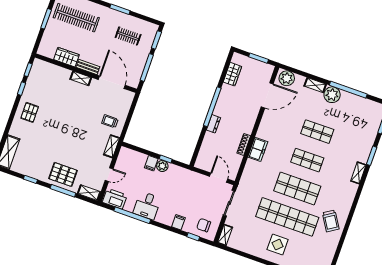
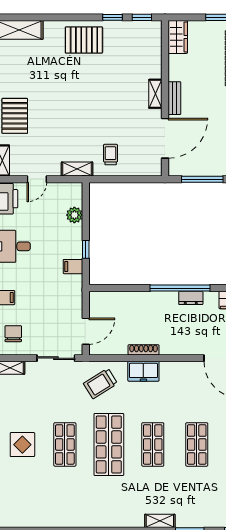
wardrobe: (66, 57) -> (178, 37), moved
pallet: (30, 112) -> (84, 40), width x1.50, depth x1.42
dresser: (213, 124) -> (191, 298), moved
filing cabinet: (151, 163) -> (73, 267), moved
plant: (162, 166) -> (74, 215), moved
door: (109, 175) -> (37, 179), hinge flipped
shop shelf: (287, 217) -> (65, 444), width x0.50, depth x0.74
trolley: (331, 221) -> (100, 384), moved

